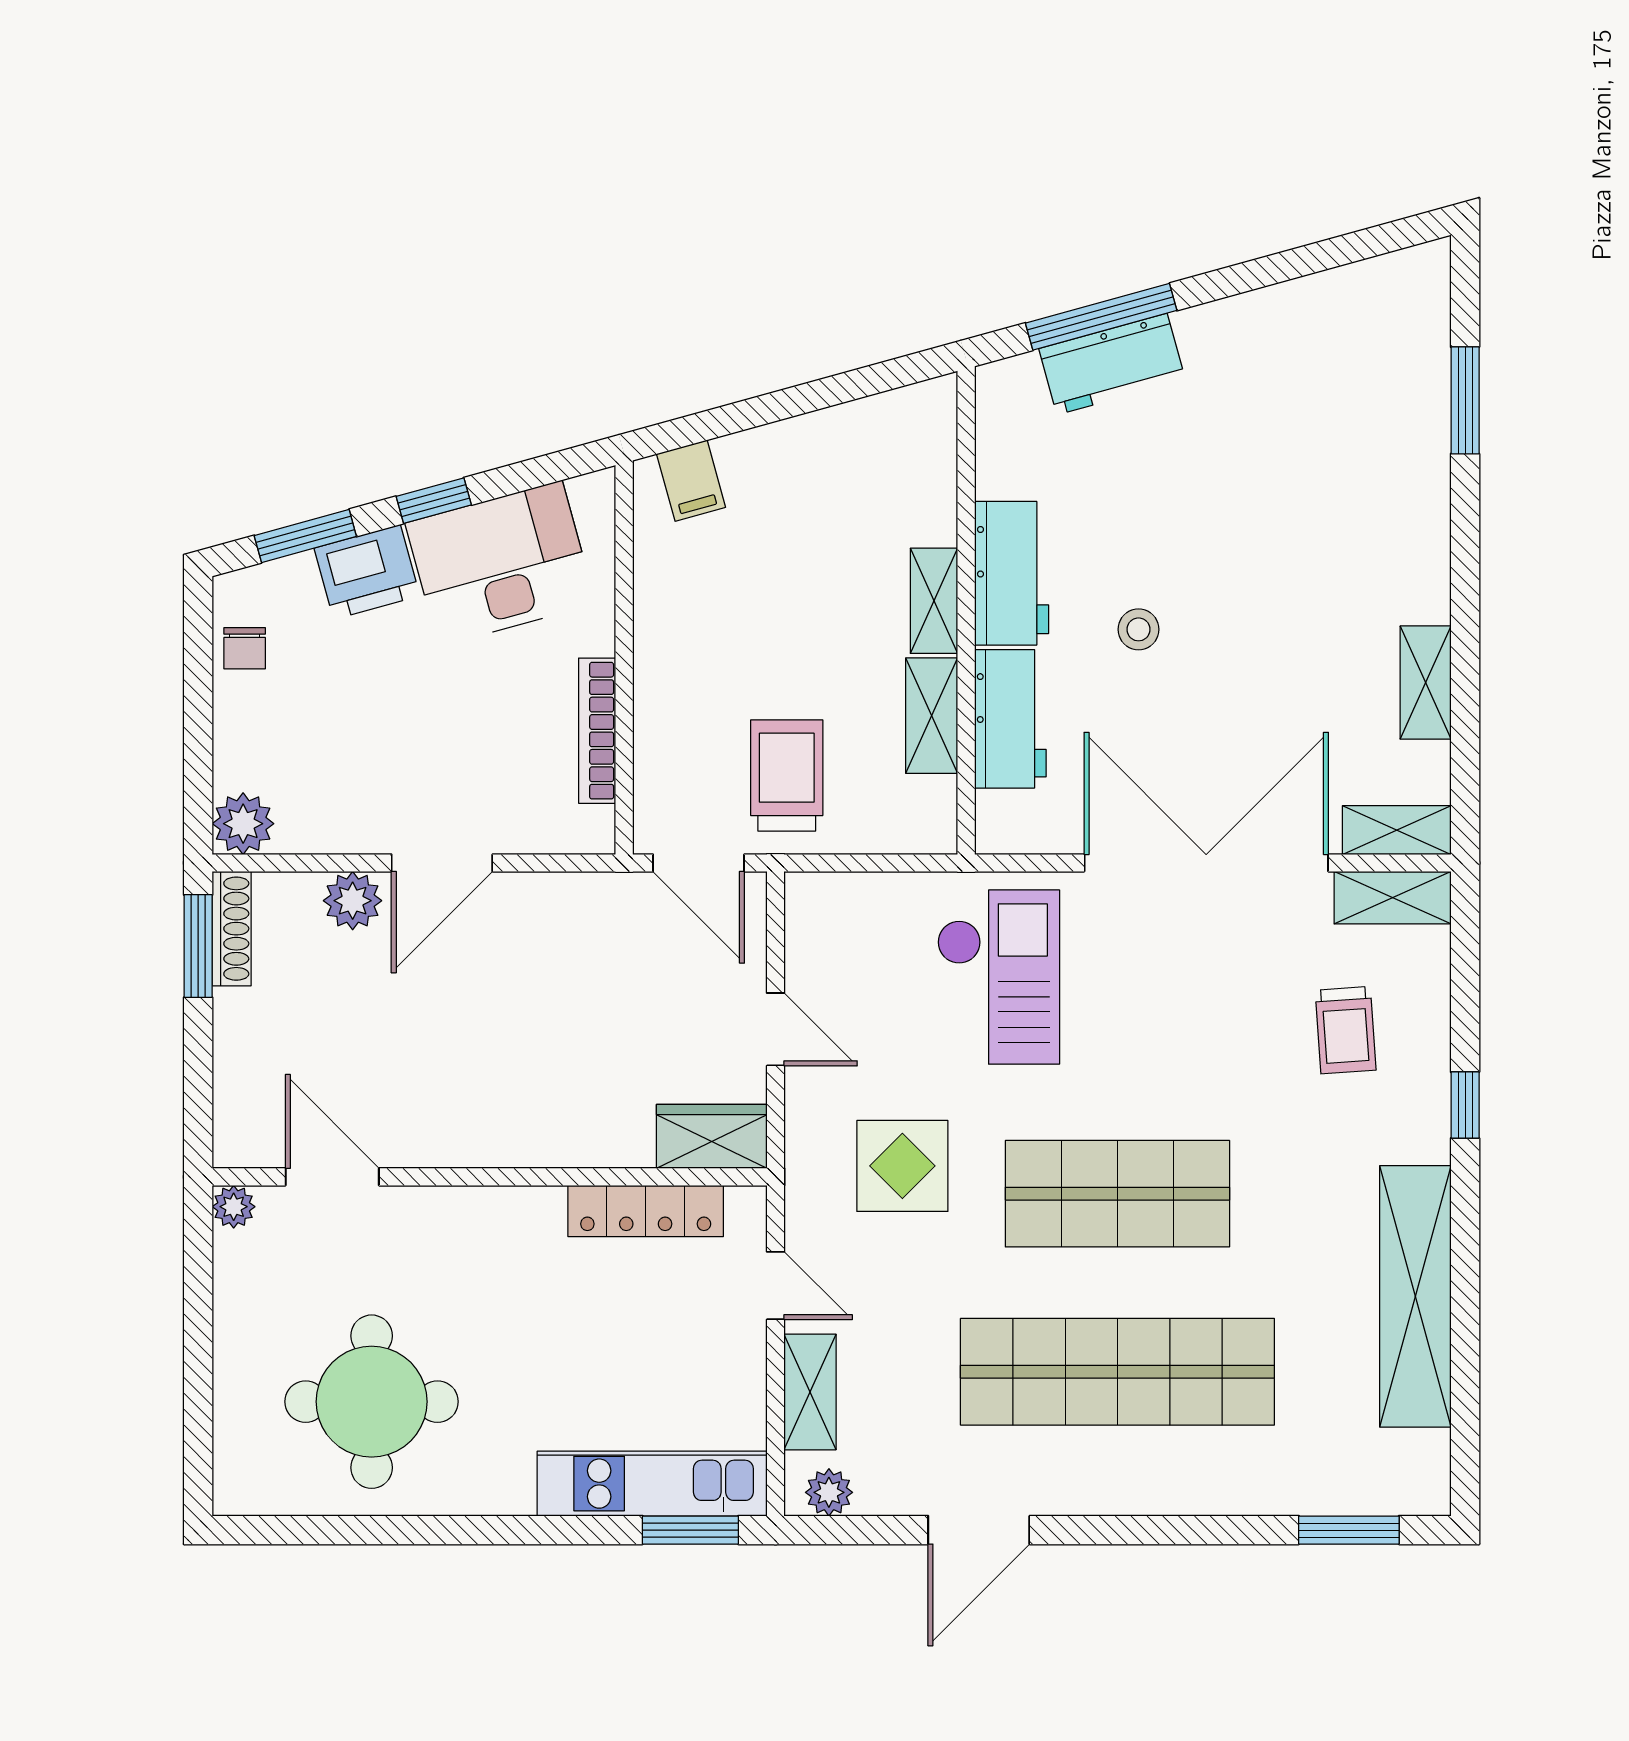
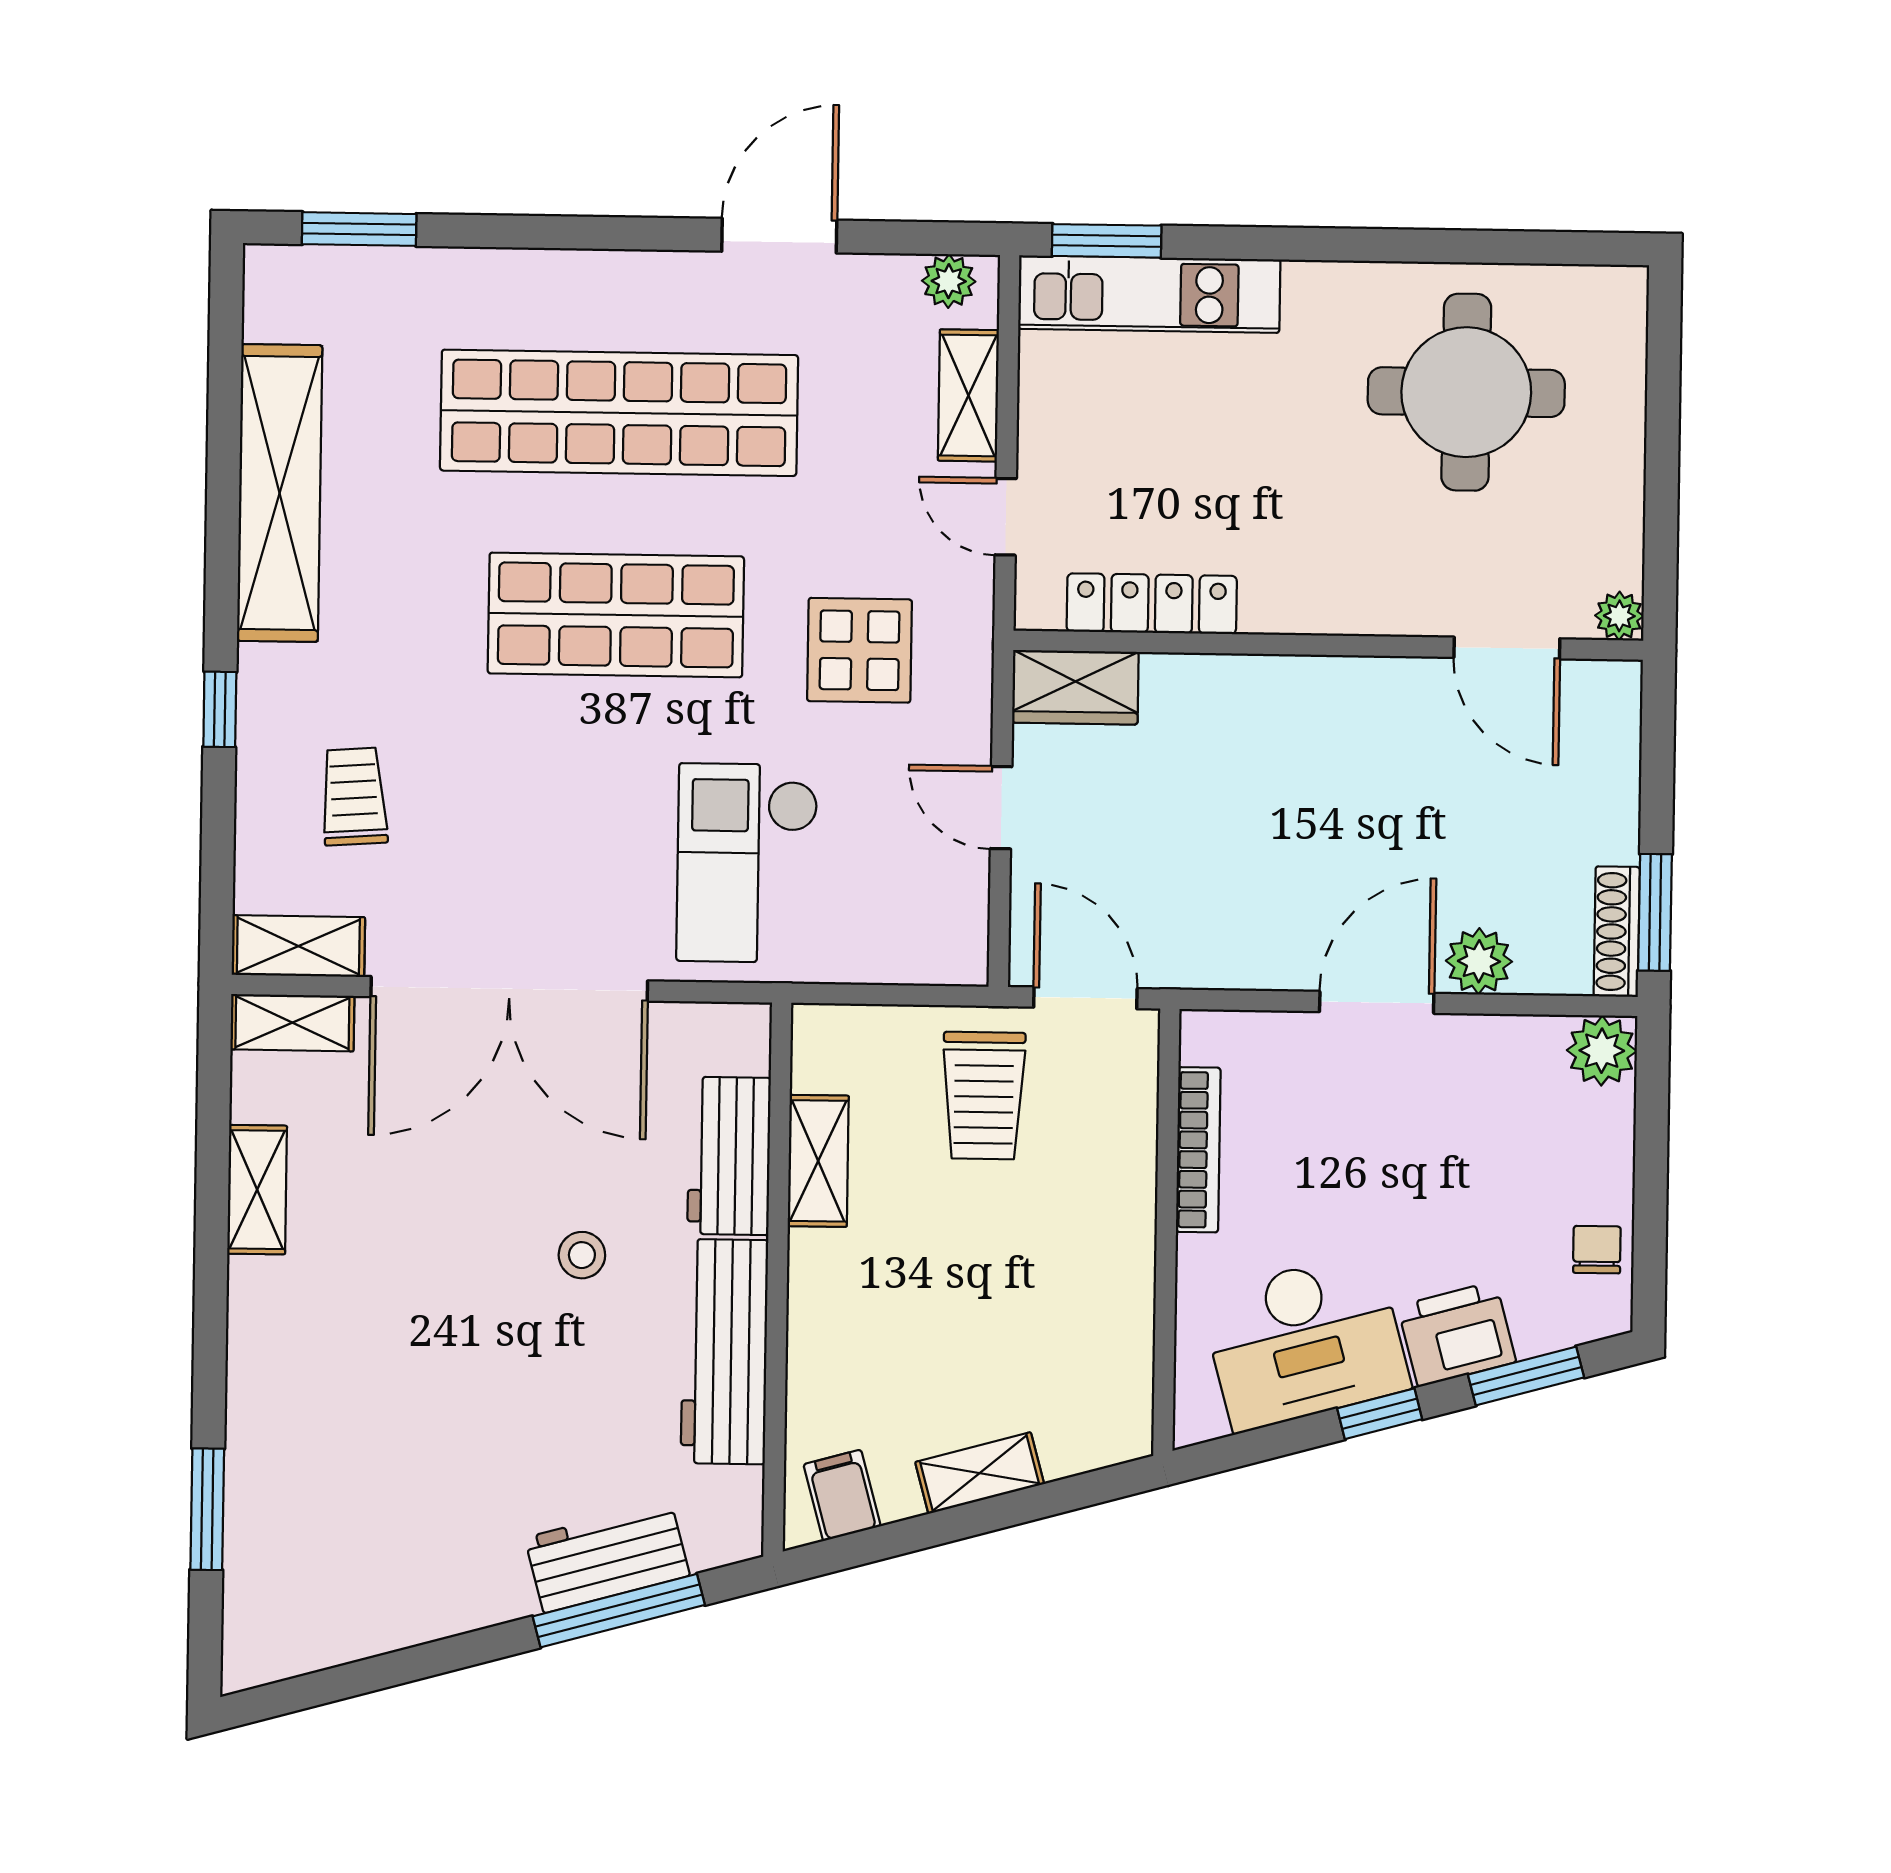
filing cabinet: (691, 481) -> (842, 1495), moved
workbench: (1012, 573) -> (724, 1352), width x1.38
shelving: (934, 601) -> (980, 1473), moved, turned 75

